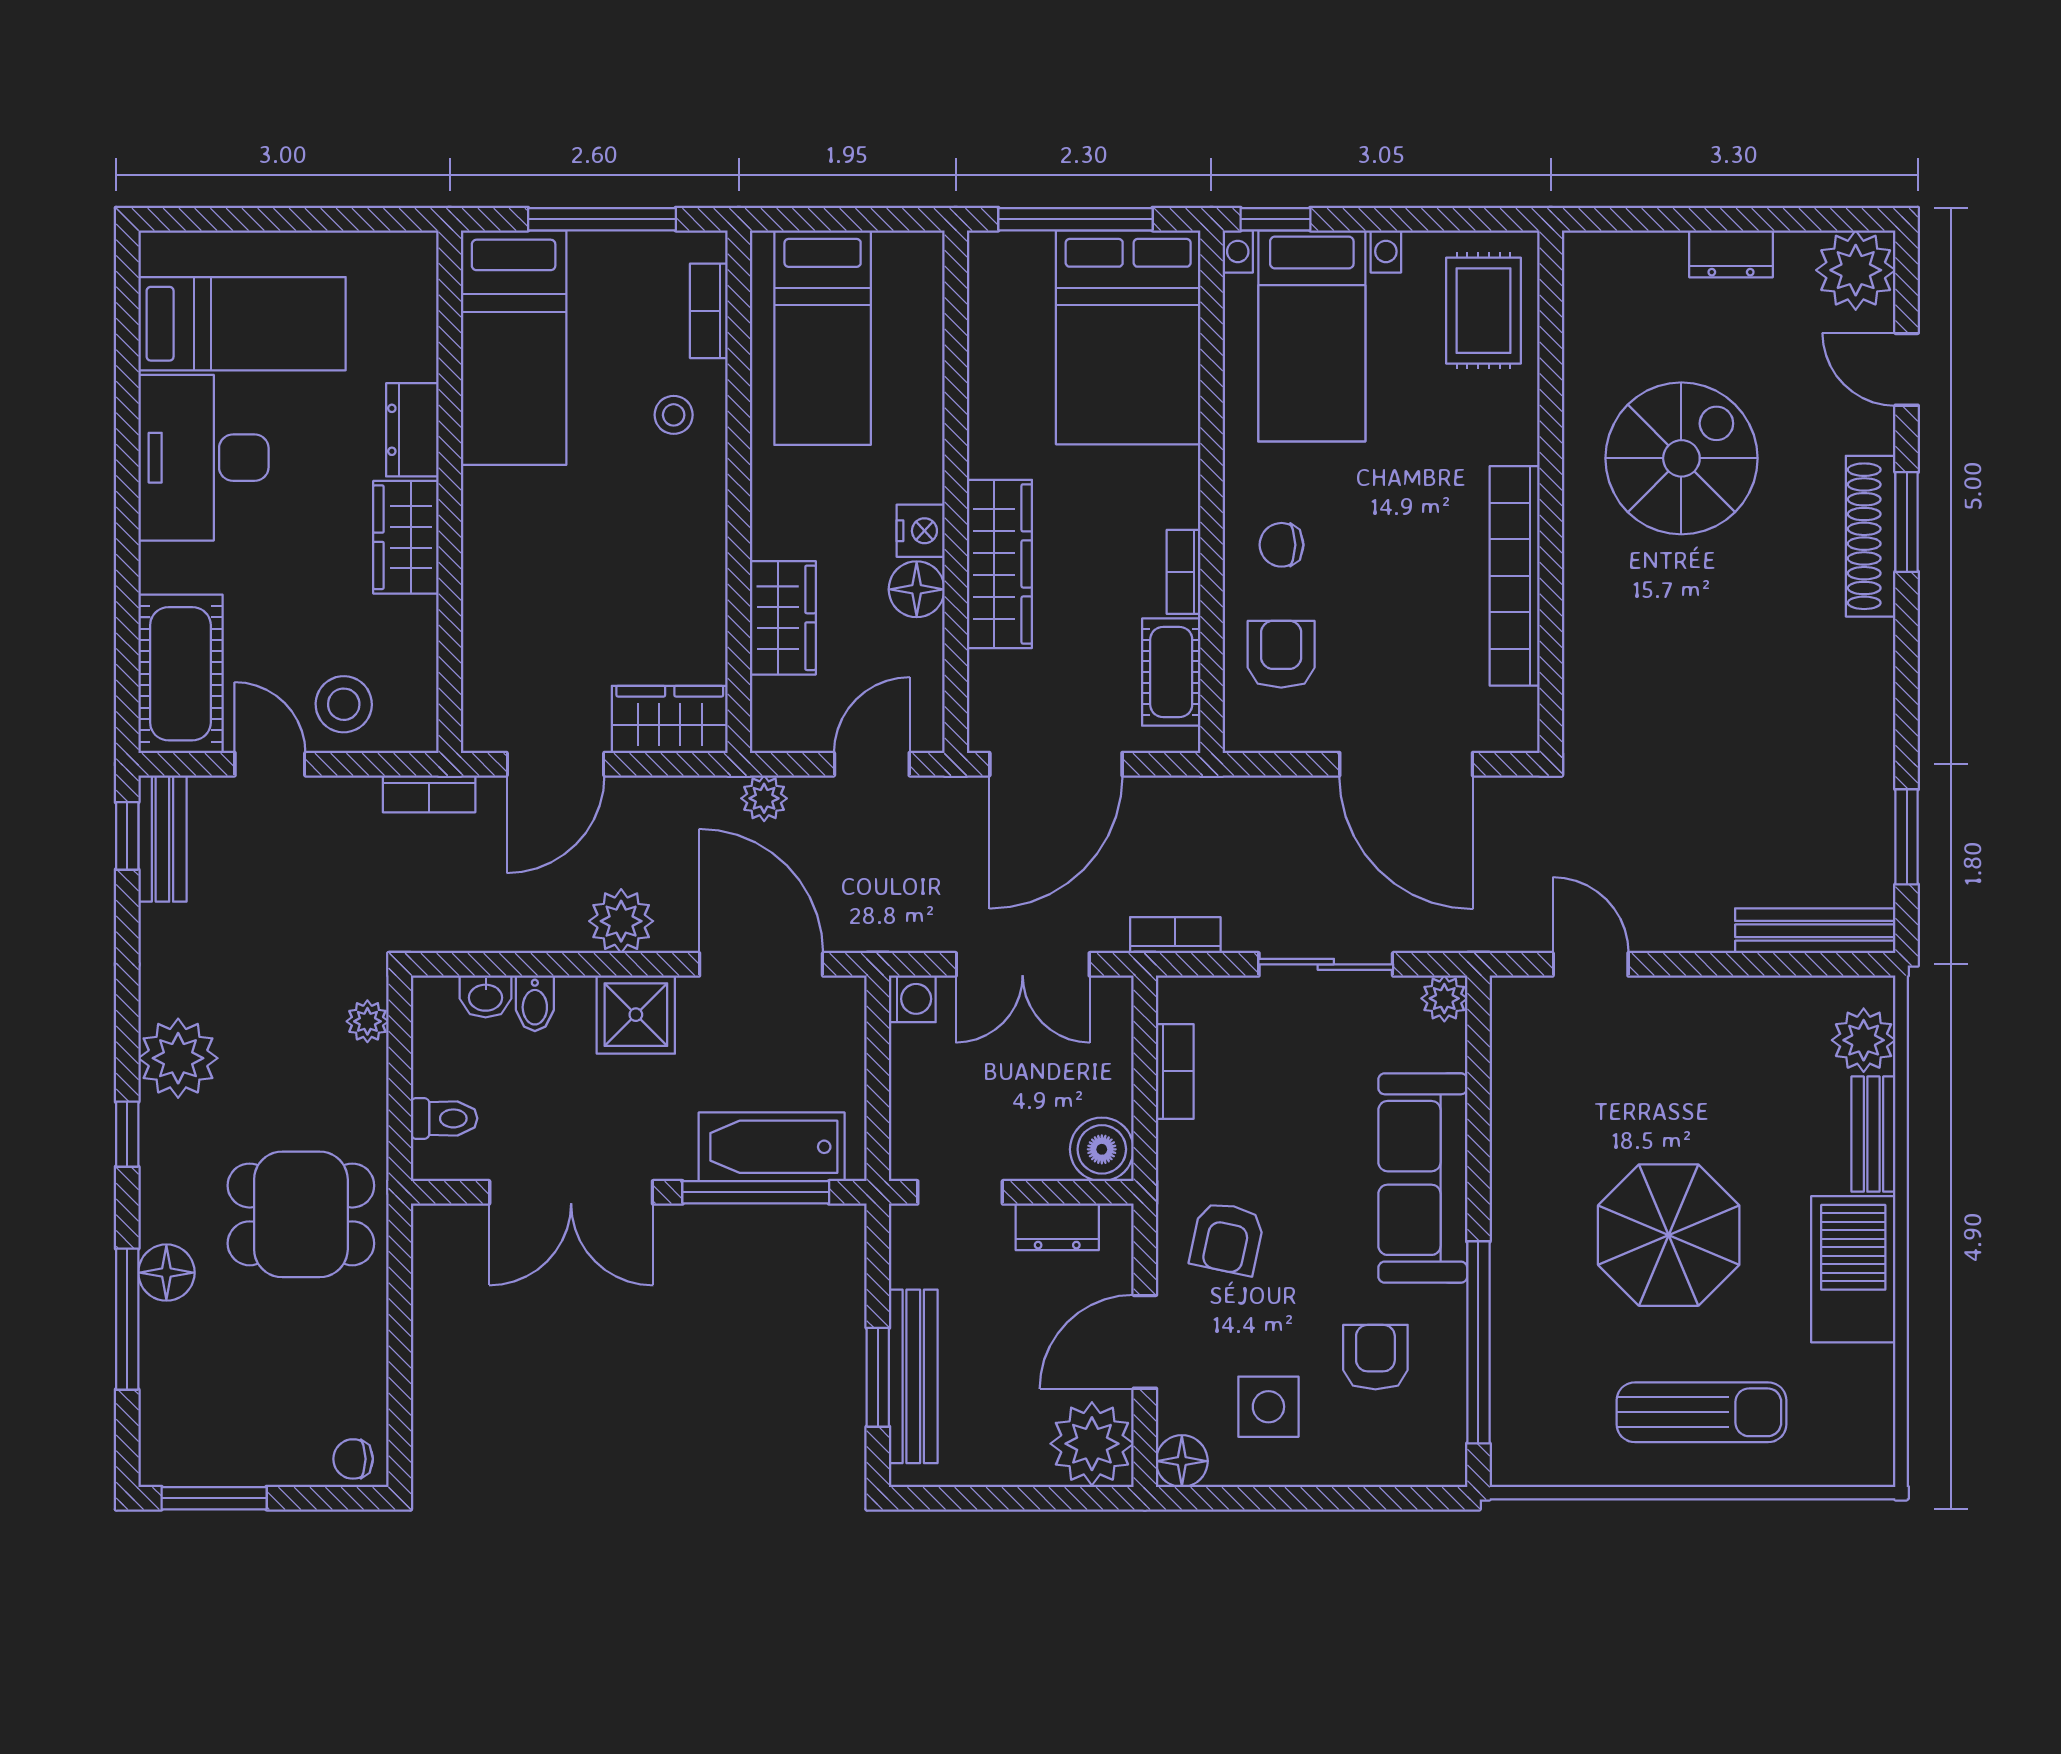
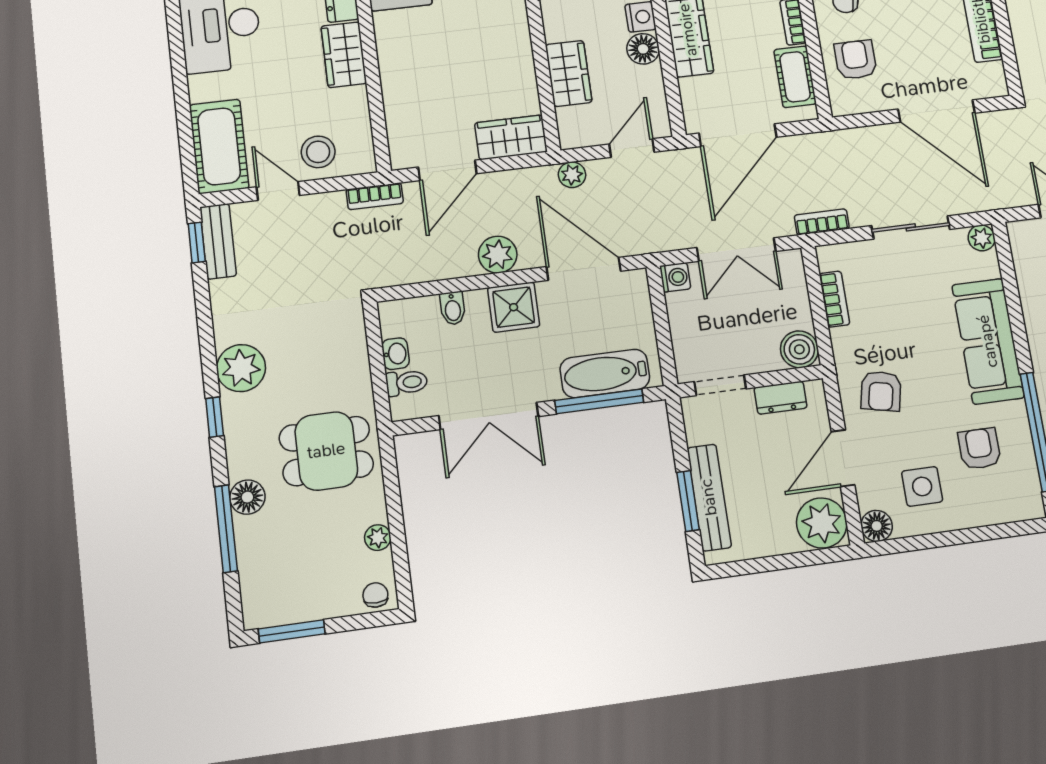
washbasin: (486, 996) -> (395, 354), moved, turned -90
plant: (367, 1021) -> (378, 538), moved
chair: (353, 1459) -> (375, 595), turned 90

